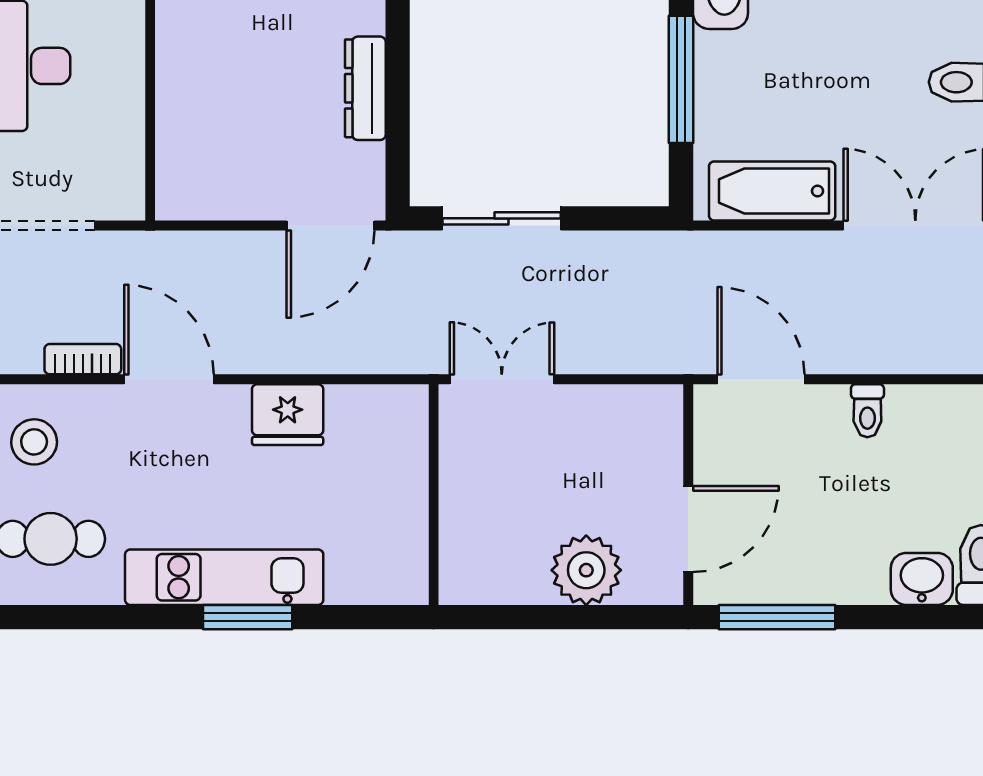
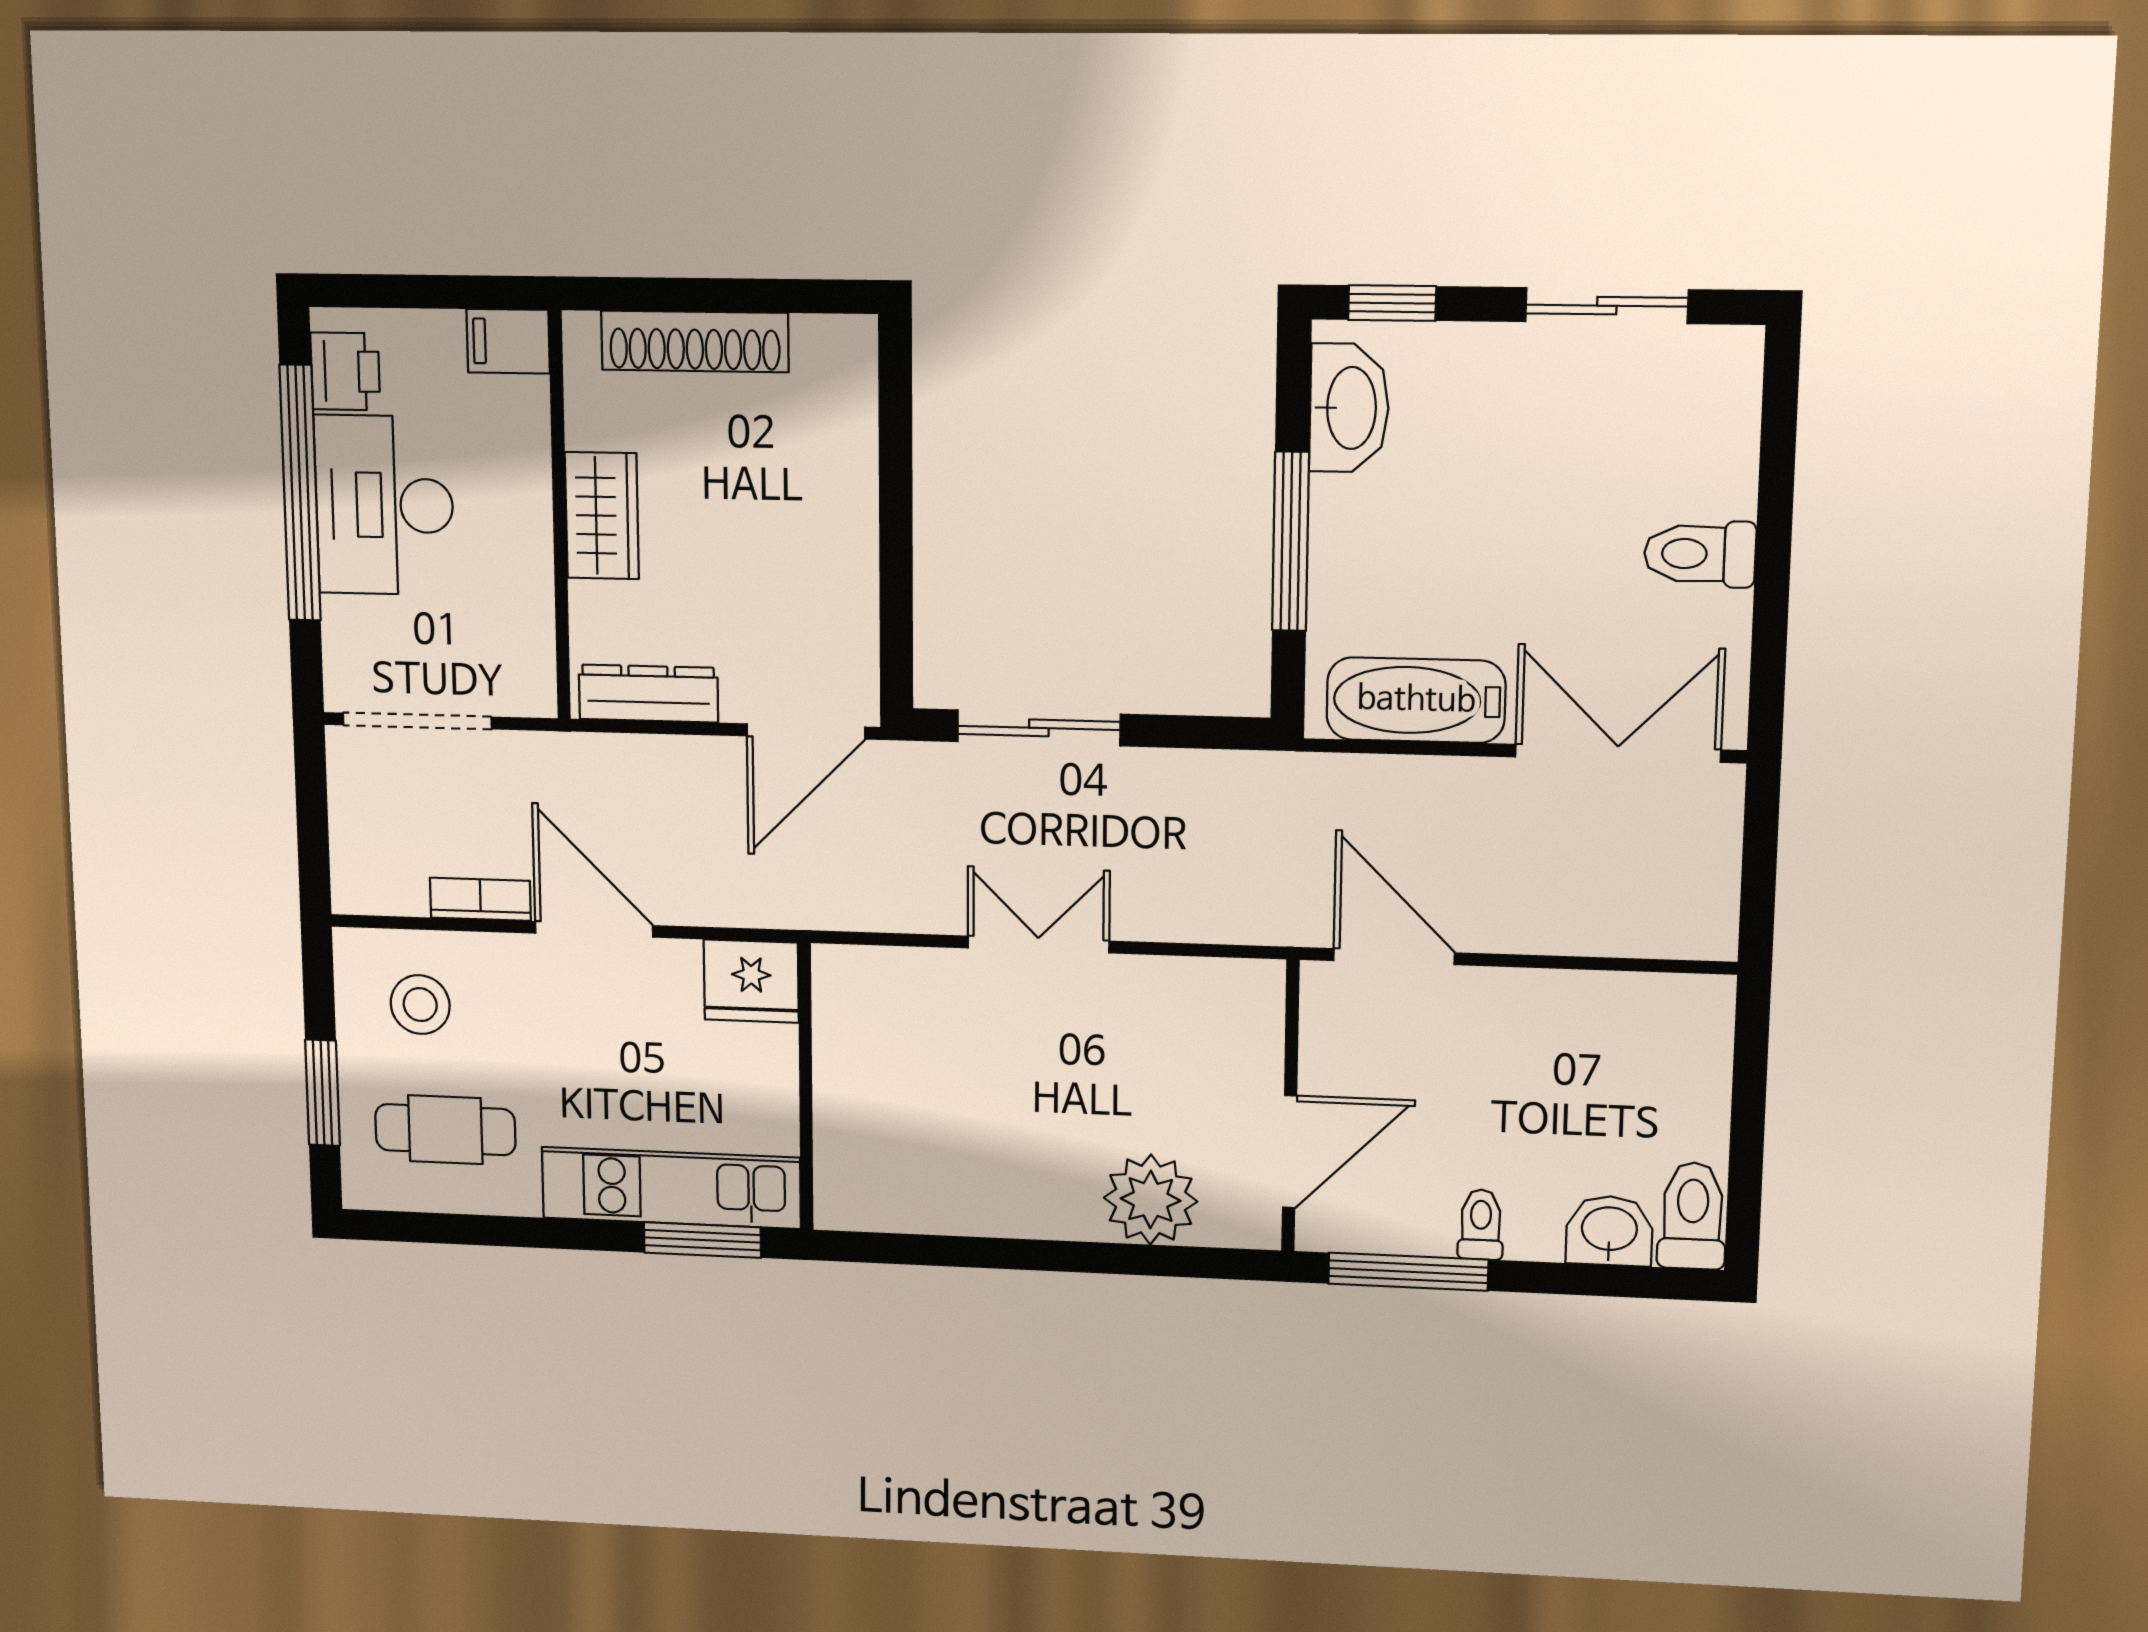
wardrobe: (181, 70) -> (602, 516), added
dresser: (365, 88) -> (648, 693), moved, turned 90
toilet: (867, 411) -> (1481, 1225), moved, turned 180
wall: (434, 495) -> (806, 1087), moved

